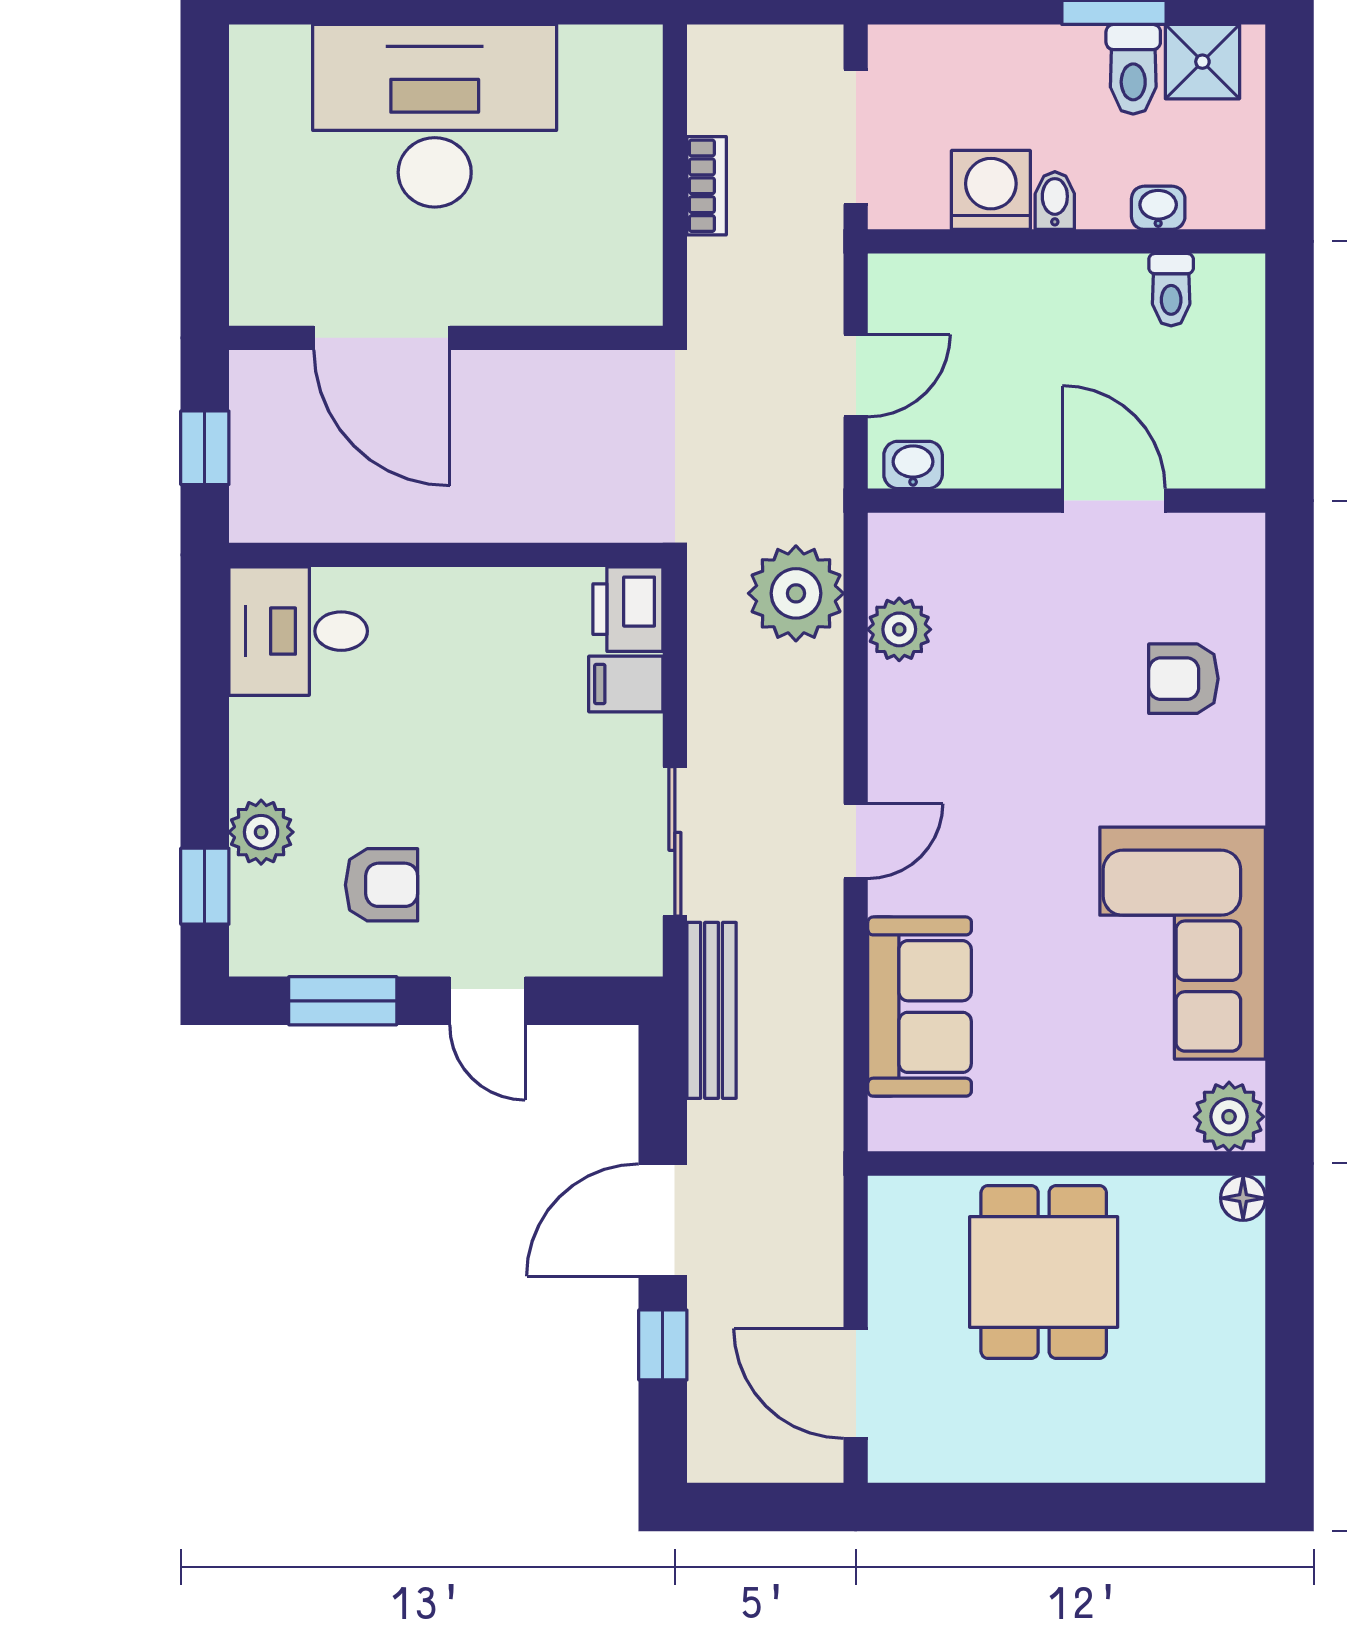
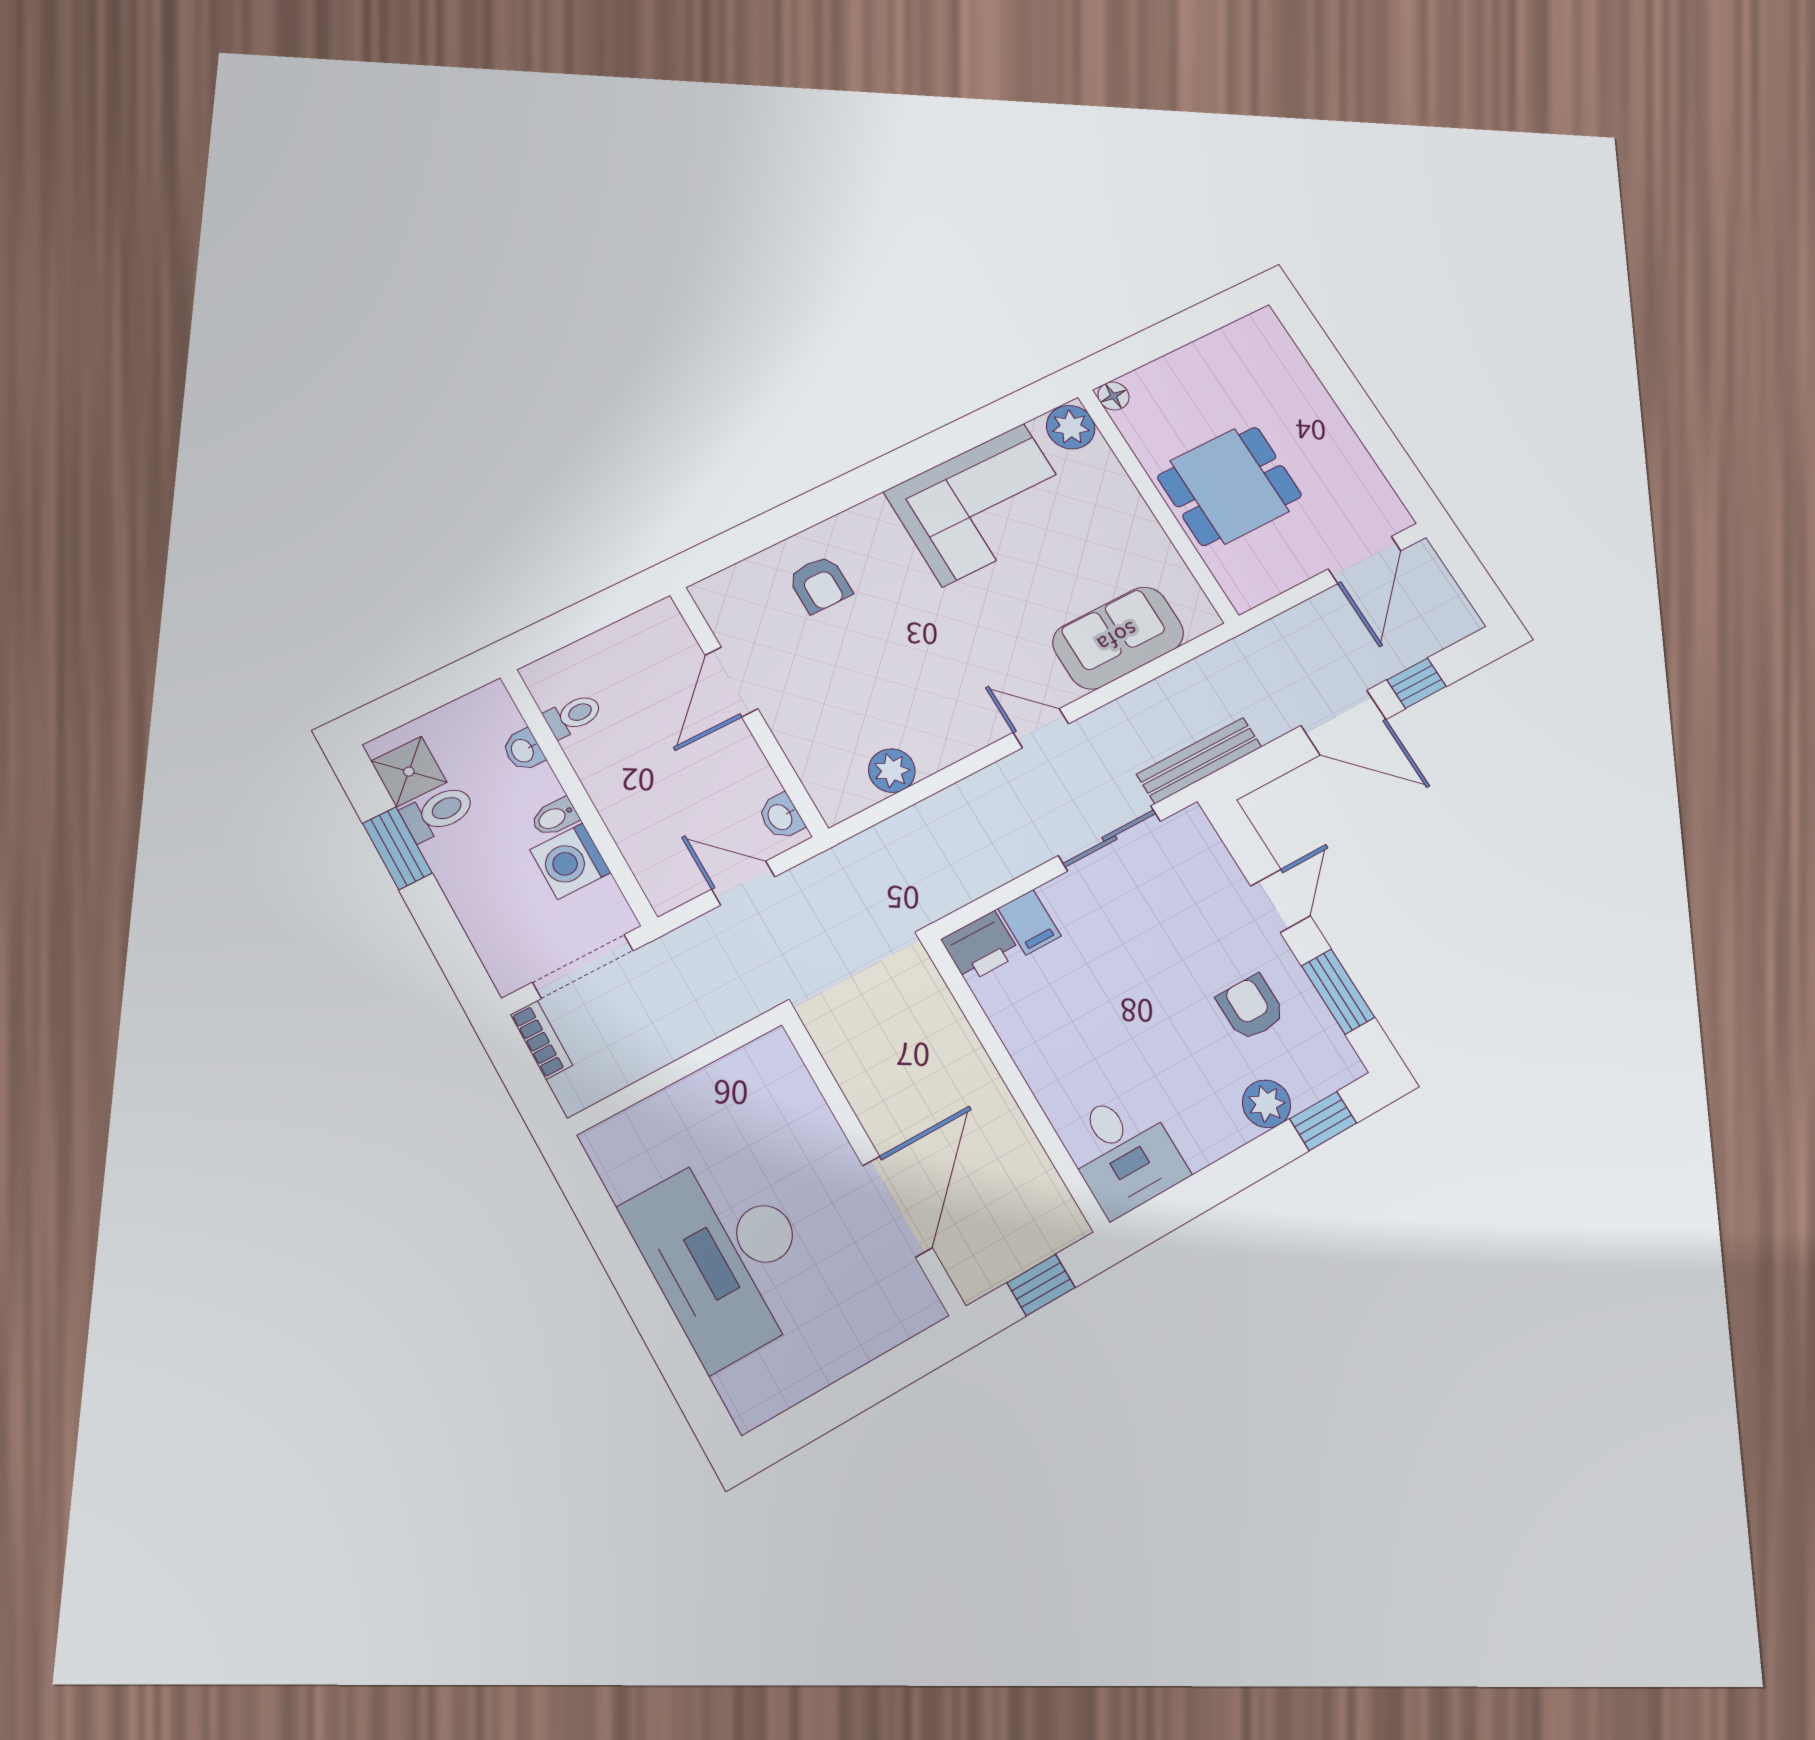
bookcase: (707, 186) -> (541, 1040), moved, turned 90
plant: (796, 593) -> (907, 846), removed

